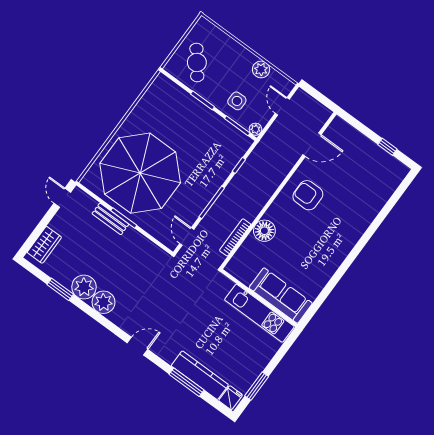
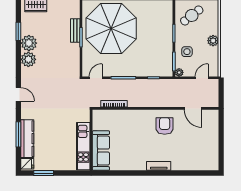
plant: (261, 69) -> (213, 41), moved
window: (387, 147) -> (221, 149), removed
floor lamp: (264, 231) -> (129, 117), removed
tv unit: (352, 239) -> (159, 166), added

